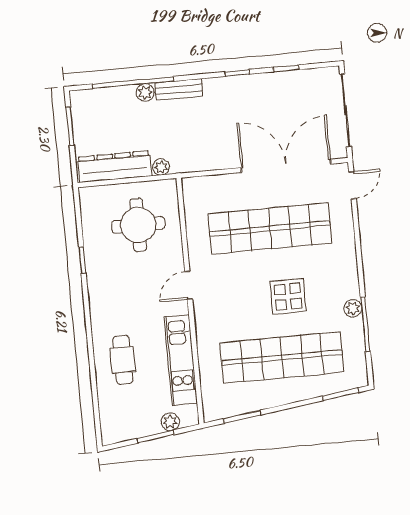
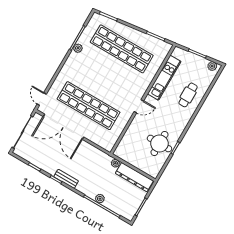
bench: (179, 89) -> (66, 179), moved
door: (352, 185) -> (42, 99), hinge flipped
round table: (138, 225) -> (159, 144), moved
display table: (288, 296) -> (101, 72), removed
plant: (170, 422) -> (212, 66), moved

